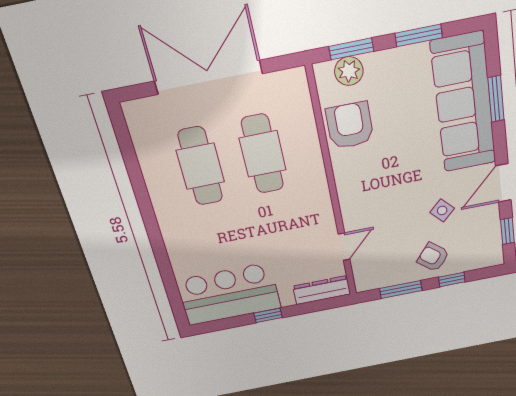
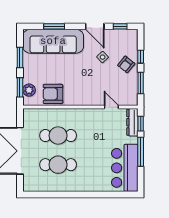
window: (322, 305) -> (141, 124), added
window: (268, 315) -> (141, 152), width x2.17

